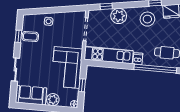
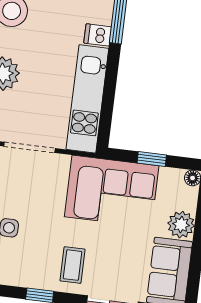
coffee table: (30, 37) -> (73, 265), moved

